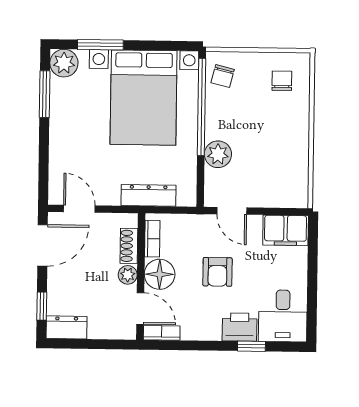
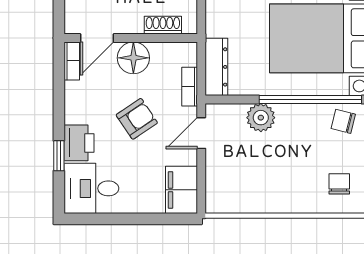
chair: (282, 81) -> (339, 184), turned -90
dresser: (148, 195) -> (216, 67), moved
bookcase: (152, 239) -> (190, 87), moved, turned 90
armchair: (217, 272) -> (137, 119), turned 146
plant: (128, 275) -> (132, 24), removed

